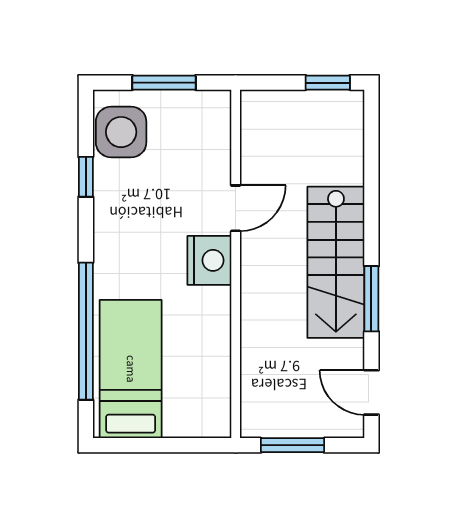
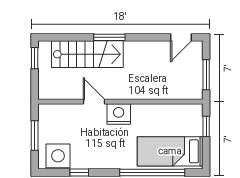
stairs: (336, 262) -> (87, 54), moved
window: (371, 299) -> (109, 37), moved
window: (183, 445) -> (206, 126), added

